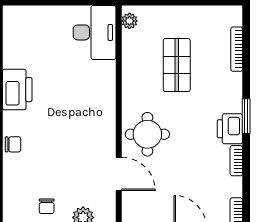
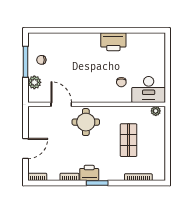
shop shelf: (177, 65) -> (129, 140), turned 90
chair: (13, 144) -> (121, 82), moved
door: (119, 174) -> (61, 104), swing flipped

